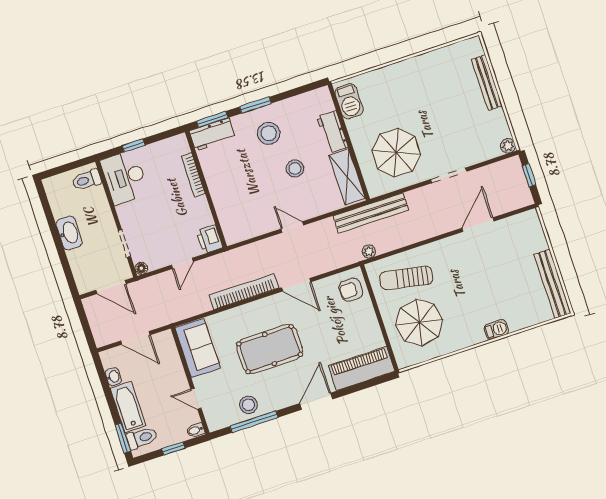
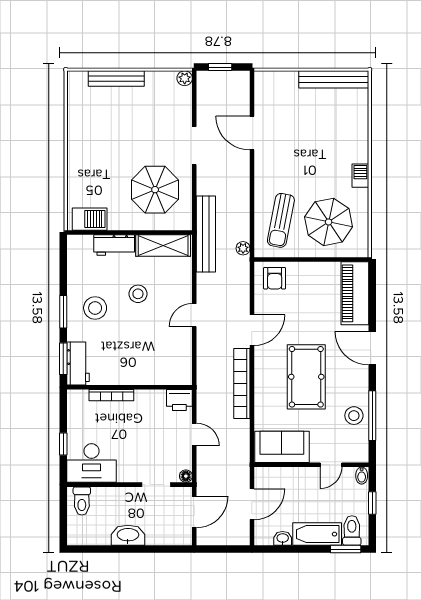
barbecue: (496, 329) -> (360, 176), moved

